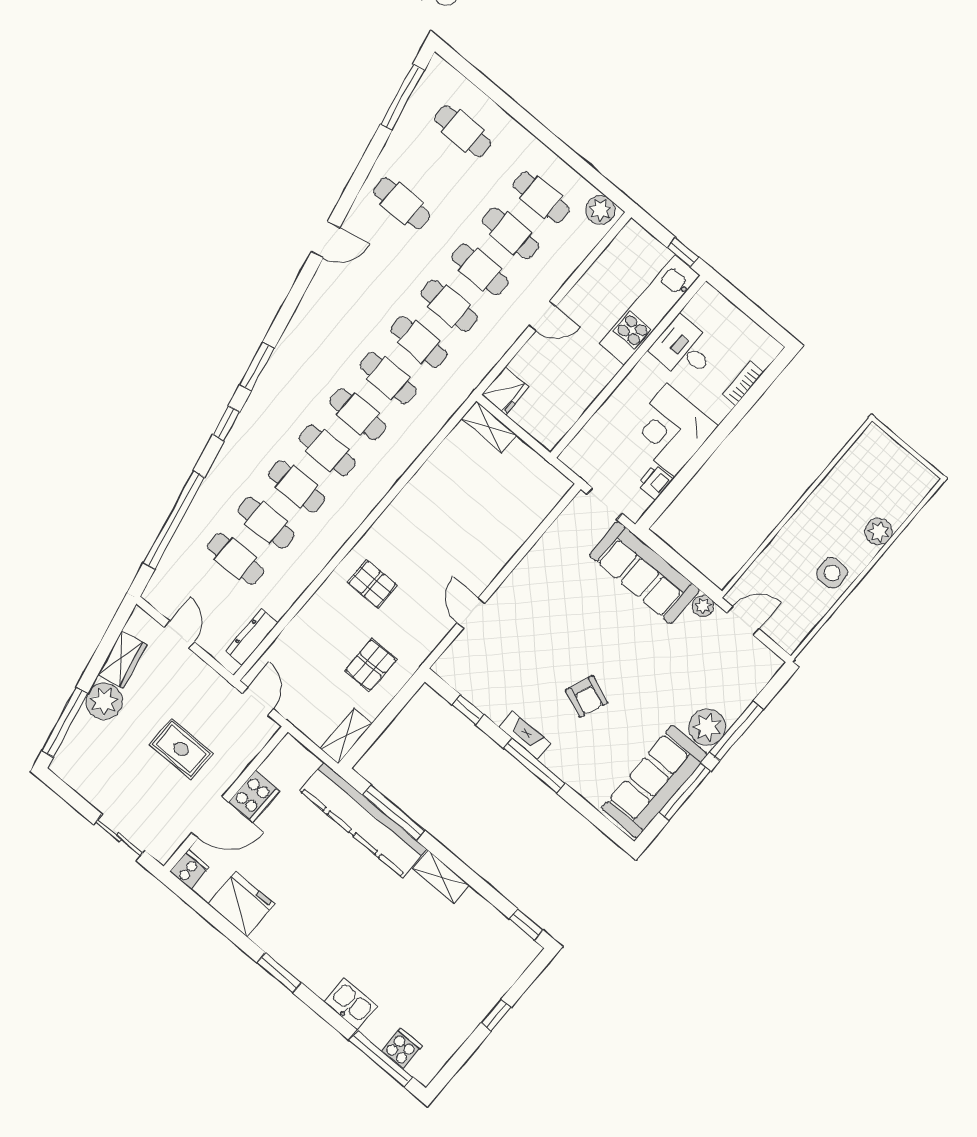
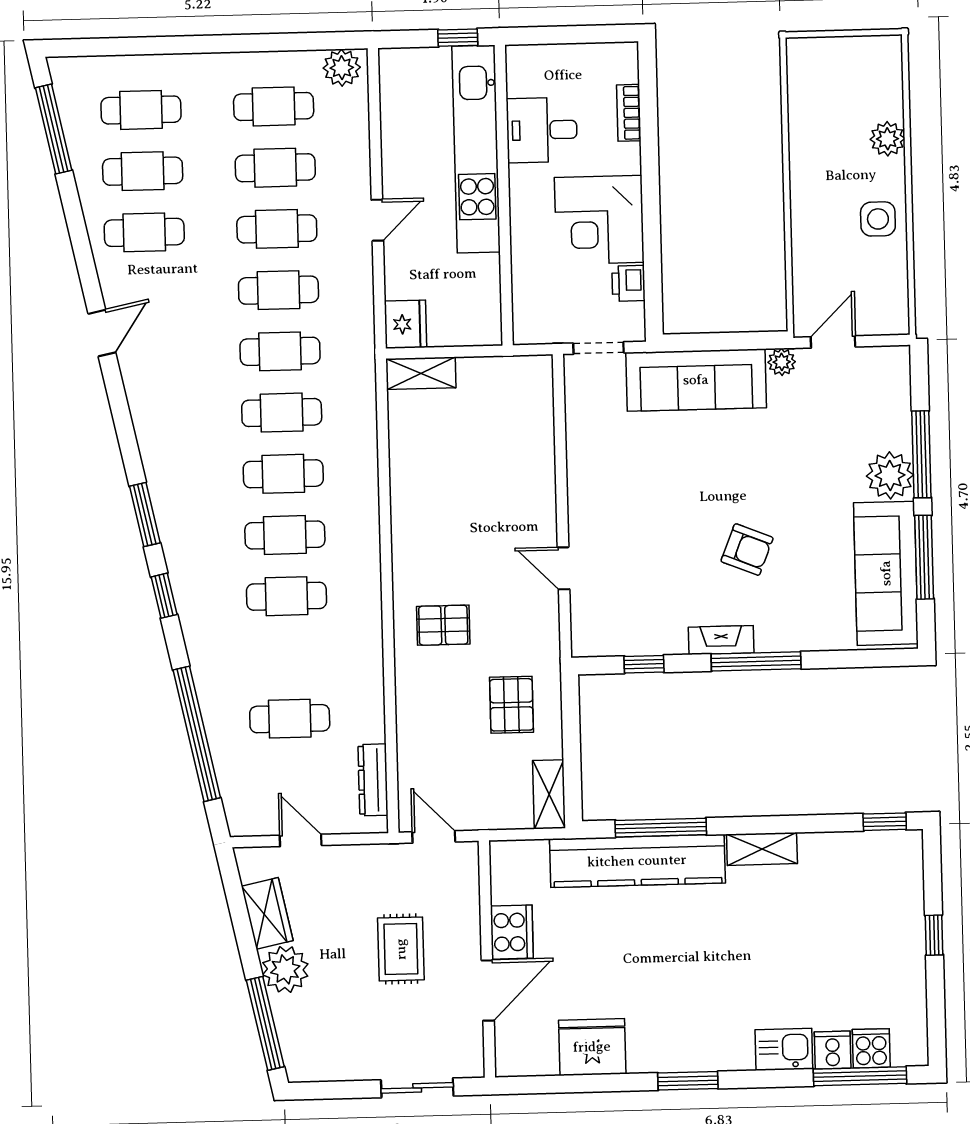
kitchen unit: (650, 310) -> (476, 149), width x1.36
cafe table: (266, 523) -> (143, 171), moved
rug: (181, 749) -> (401, 949), turned 90
cooker: (189, 869) -> (833, 1050), moved

